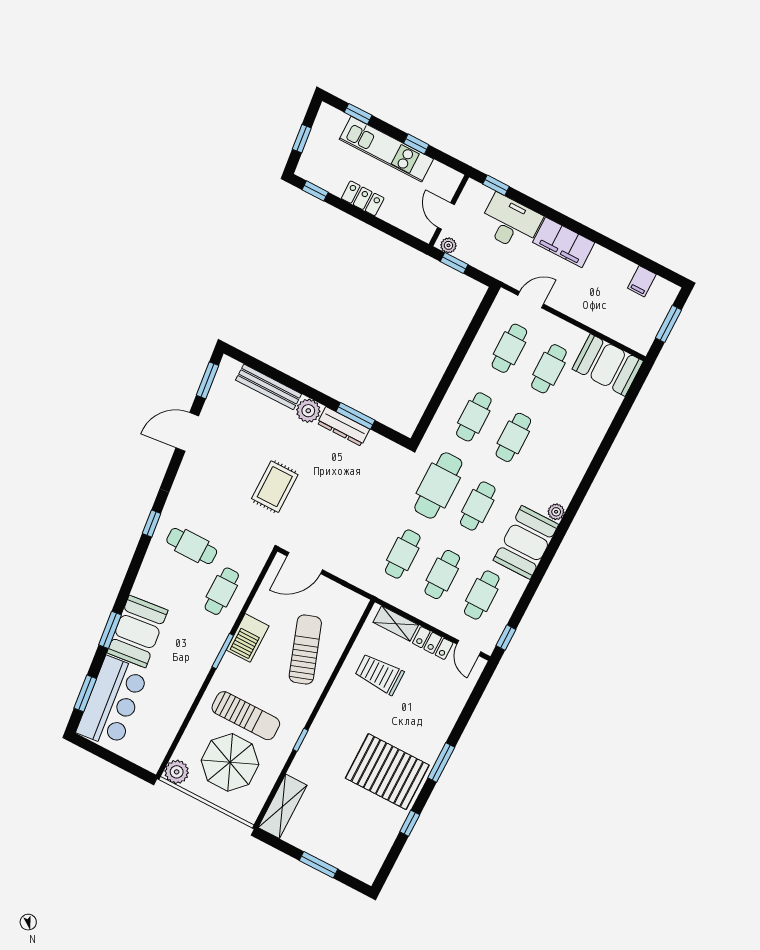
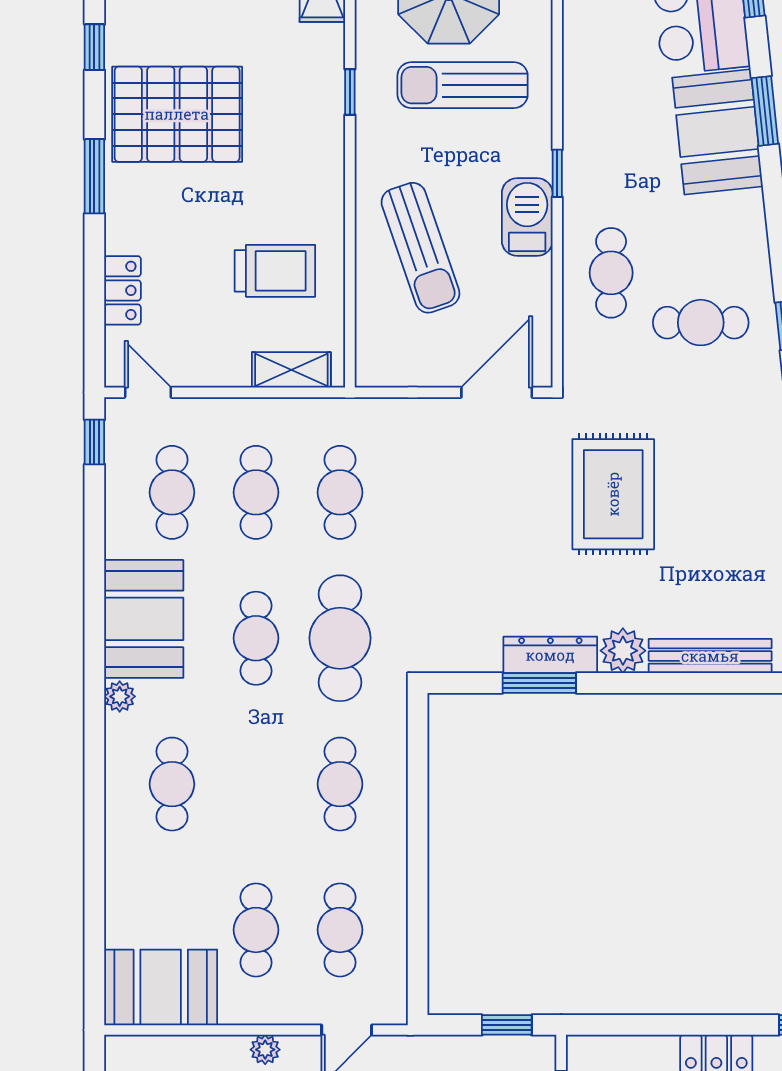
plant: (448, 245) -> (265, 1050), moved
cafe table: (513, 437) -> (172, 784), moved
rug: (275, 487) -> (613, 494), width x1.36, depth x1.43
locker: (433, 643) -> (123, 290), moved, turned 90
window: (223, 651) -> (557, 173), width x0.67

